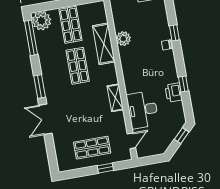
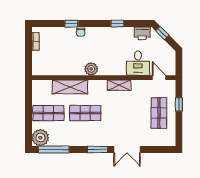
plant: (123, 39) -> (91, 69), moved
printer: (174, 93) -> (142, 33), moved
desk: (143, 110) -> (138, 63), width x0.73

